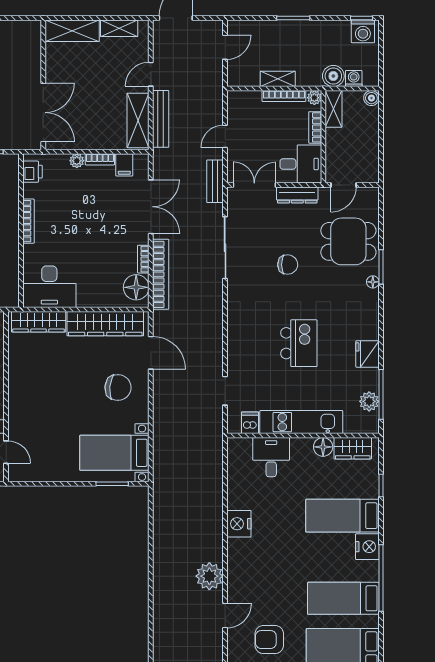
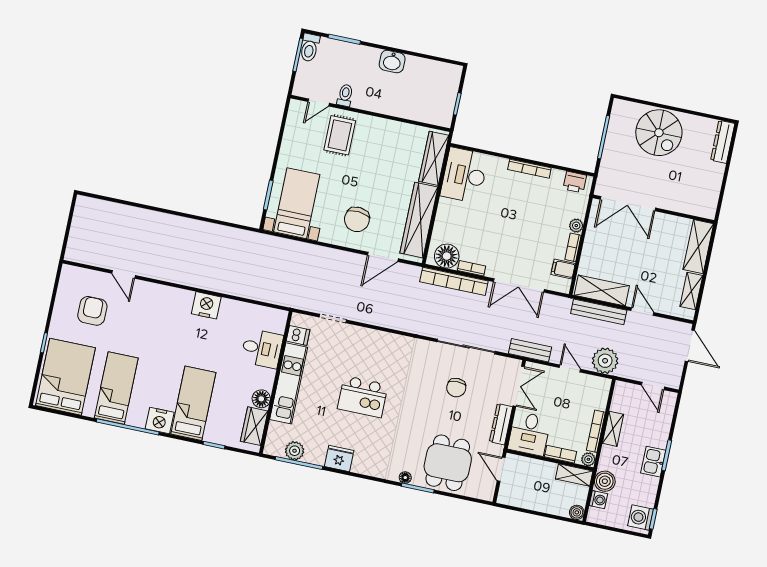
kitchen sink: (303, 30) -> (653, 462), added
chair: (288, 265) -> (456, 388), moved
rug: (35, 423) -> (340, 135), added
plant: (209, 576) -> (605, 361), moved

